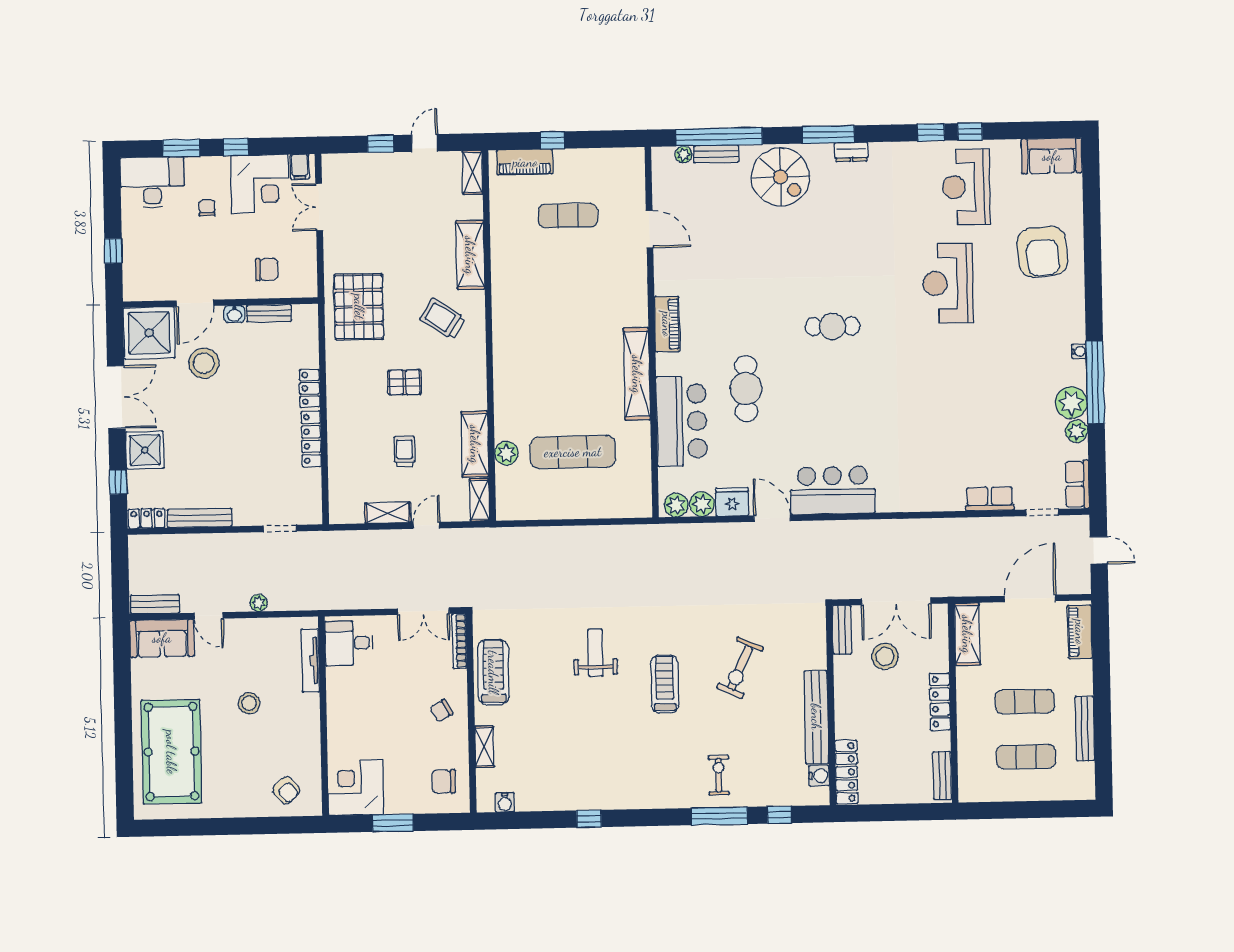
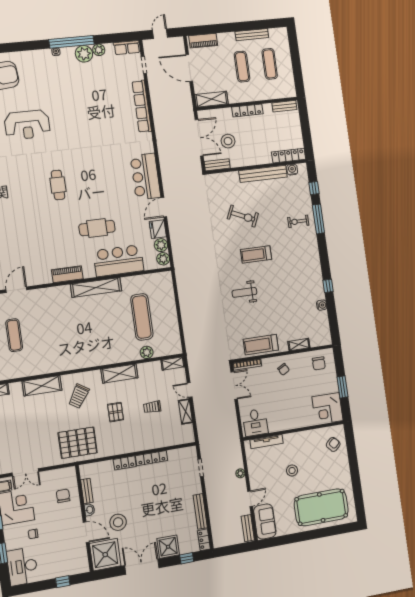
shelving: (475, 444) -> (119, 374), moved
row of seats: (990, 499) -> (142, 106), width x2.02
water cooler: (505, 802) -> (322, 305), moved

